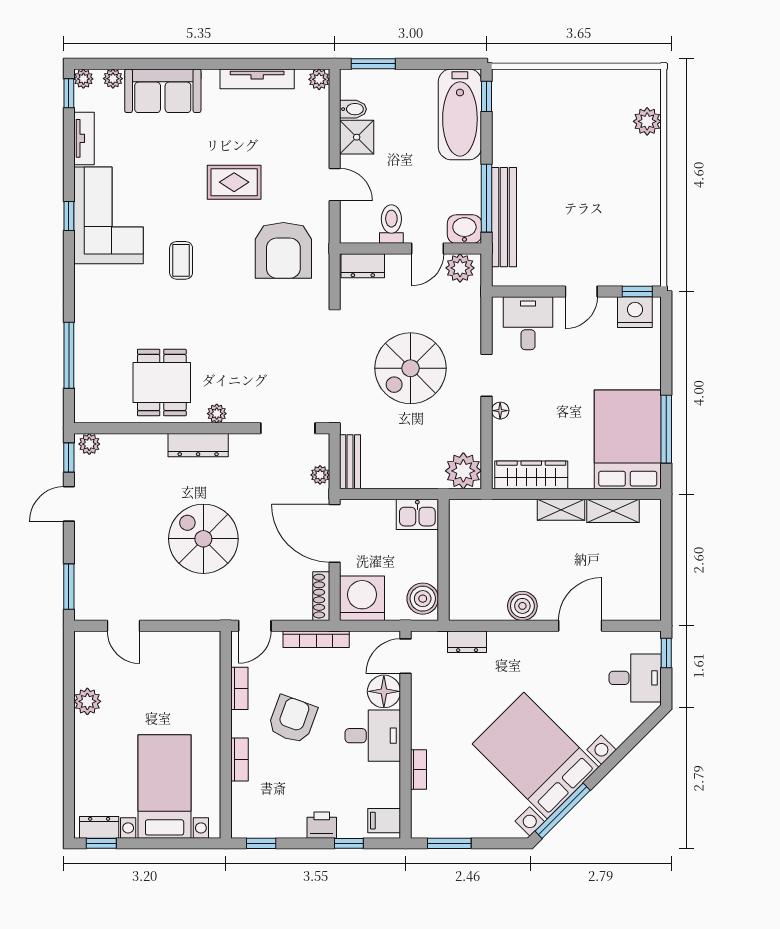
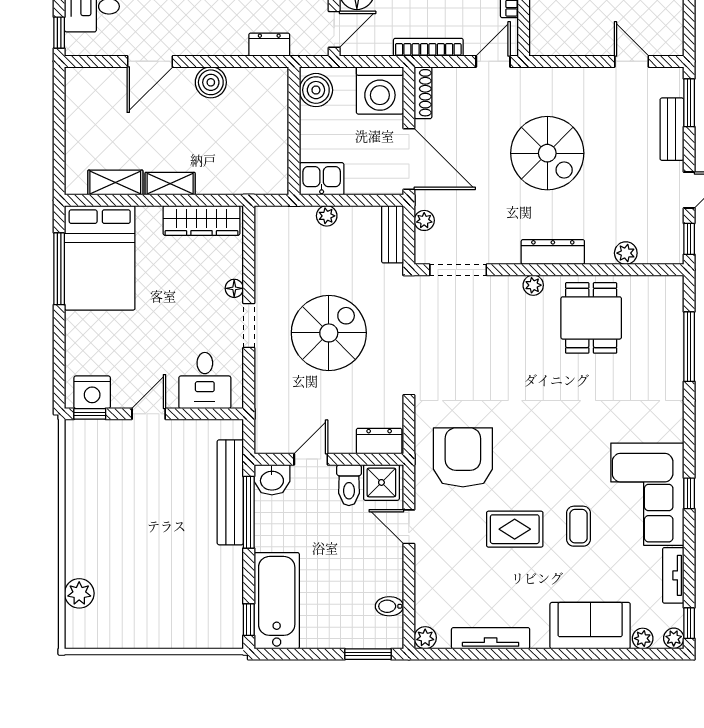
shower: (357, 137) -> (381, 482), moved
coffee table: (181, 260) -> (579, 526), moved
plant: (460, 268) -> (277, 439), removed
plant: (89, 444) -> (626, 253), moved
plant: (463, 471) -> (327, 216), moved, width x0.53, depth x0.53
bench: (85, 562) -> (672, 129), added

